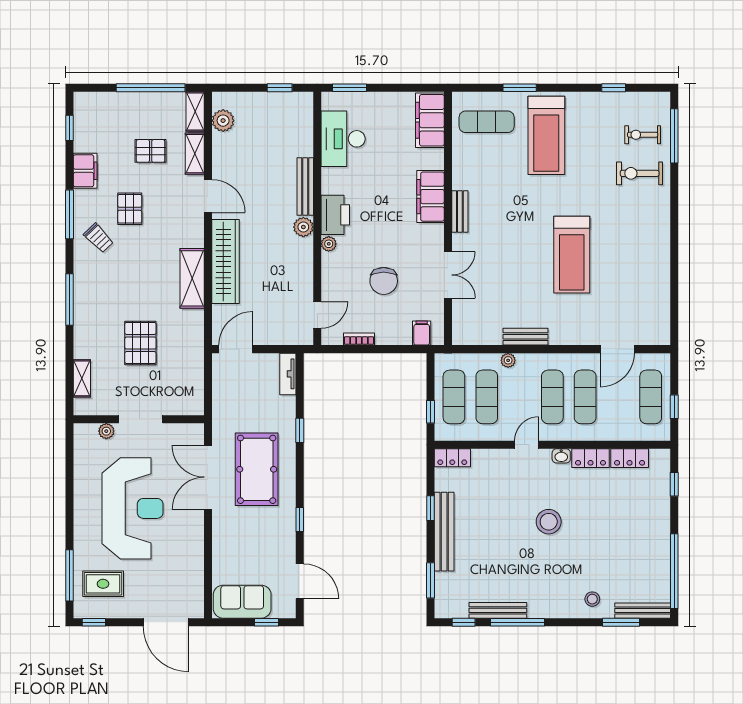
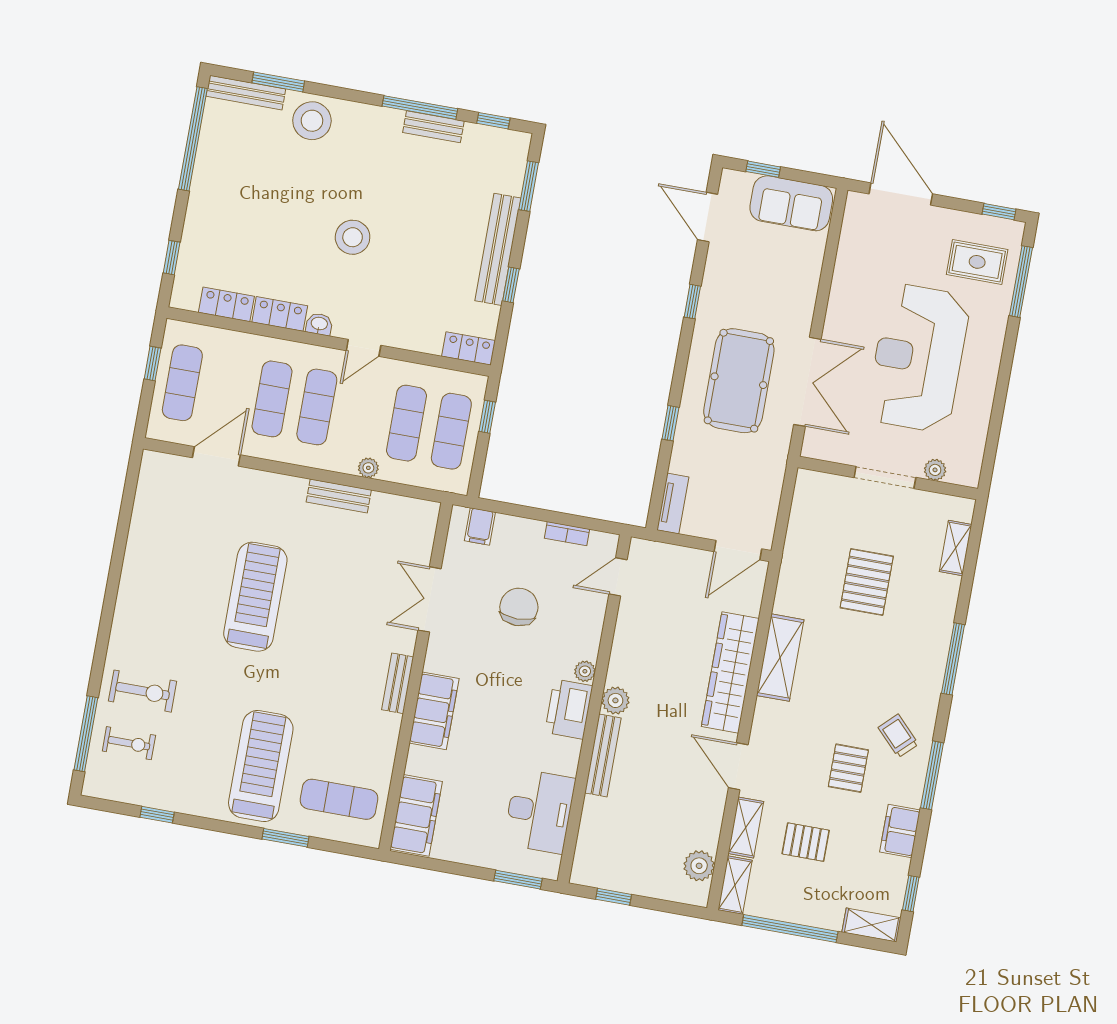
shelving: (93, 101) -> (871, 925), added
stool: (592, 599) -> (312, 121), width x1.89, depth x1.89
bench: (498, 610) -> (433, 127), width x0.73

